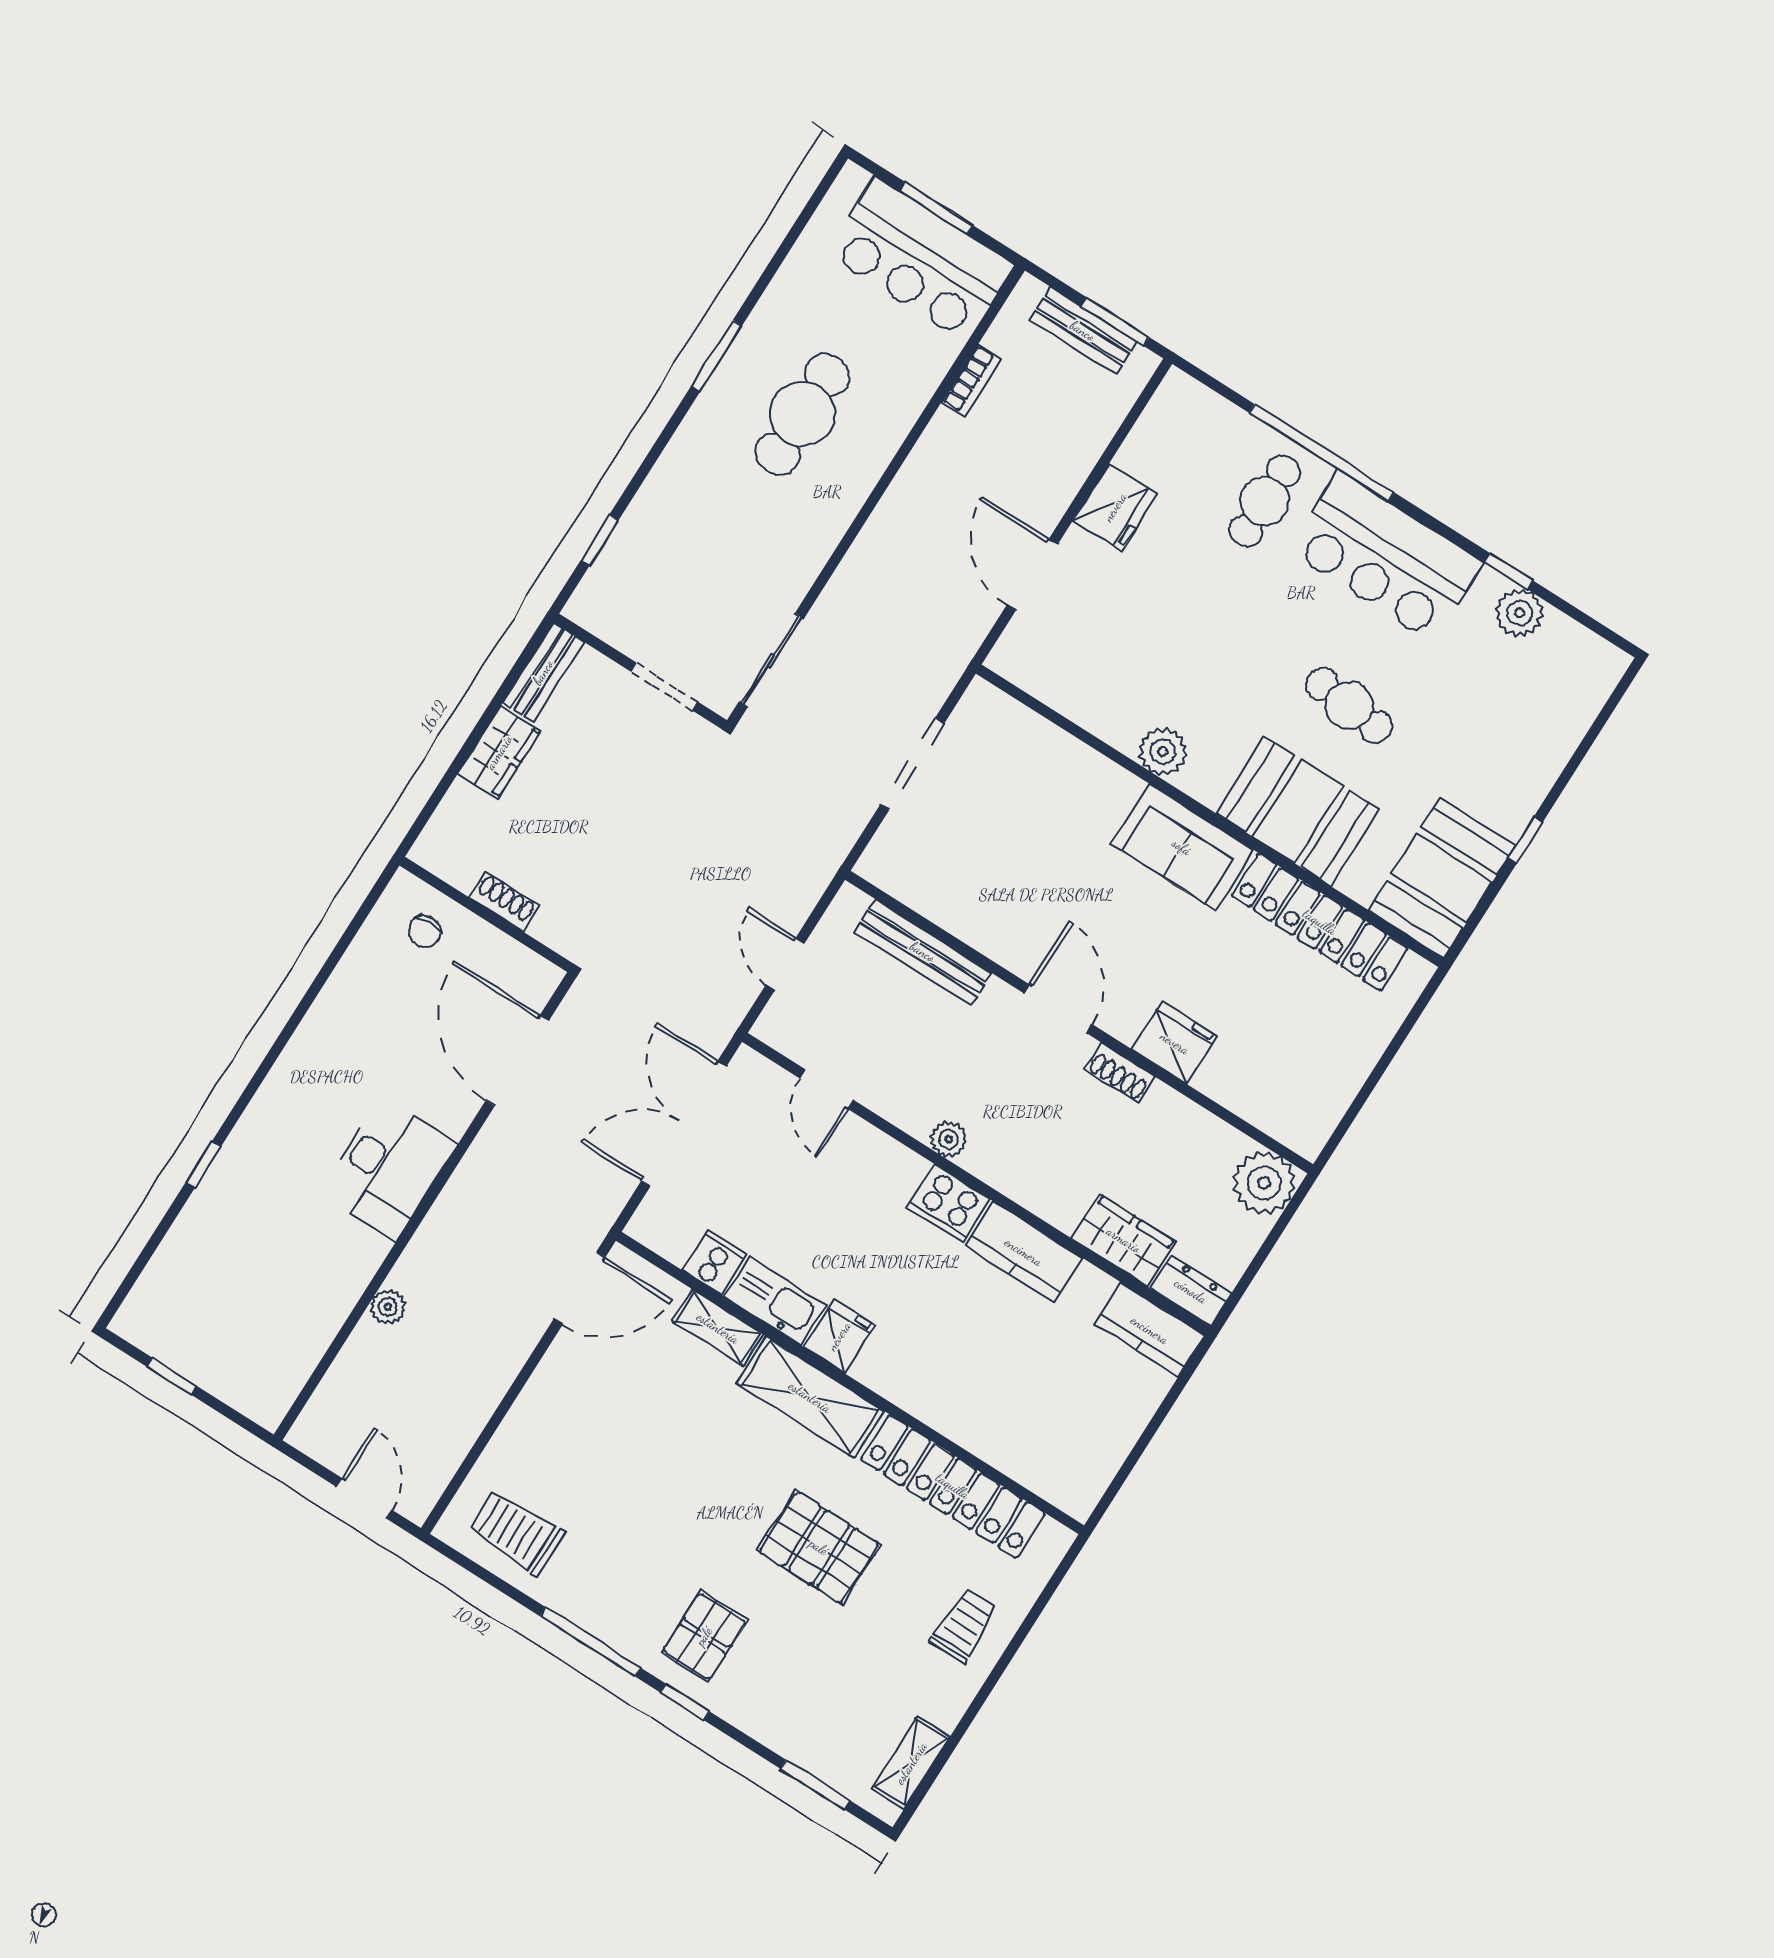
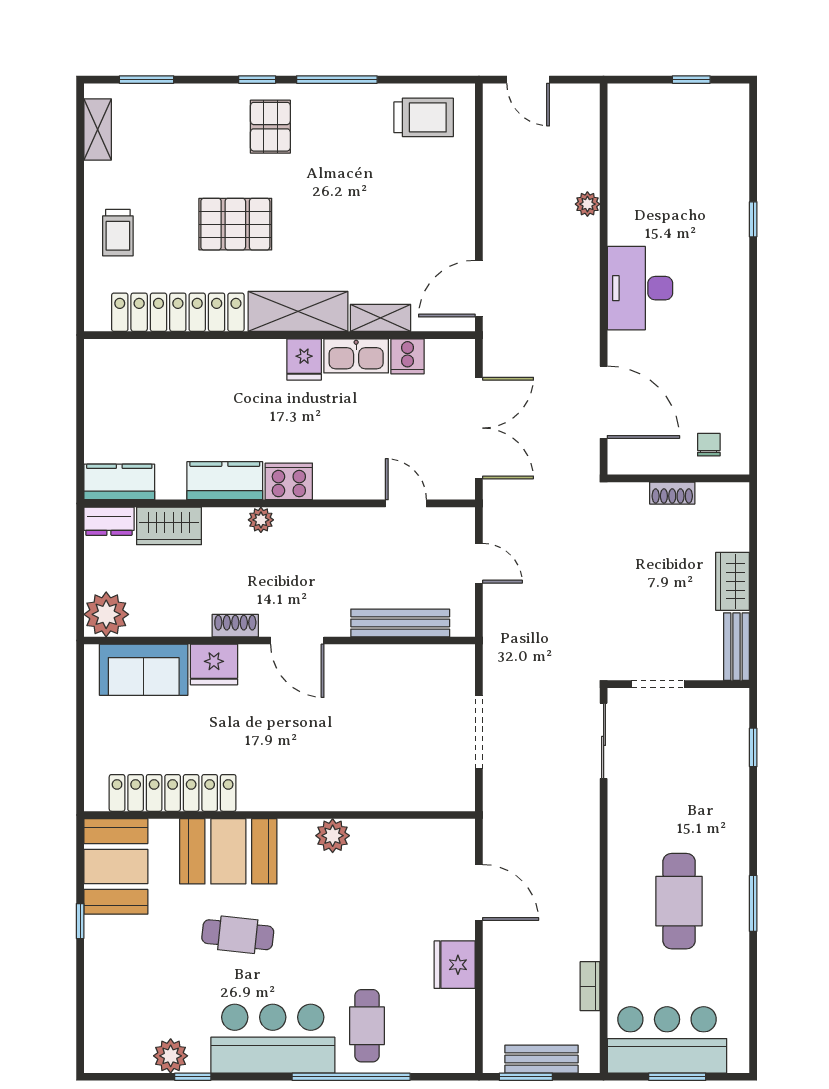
sofa: (1182, 847) -> (144, 670), moved, turned 180
plant: (949, 1139) -> (261, 520), moved

